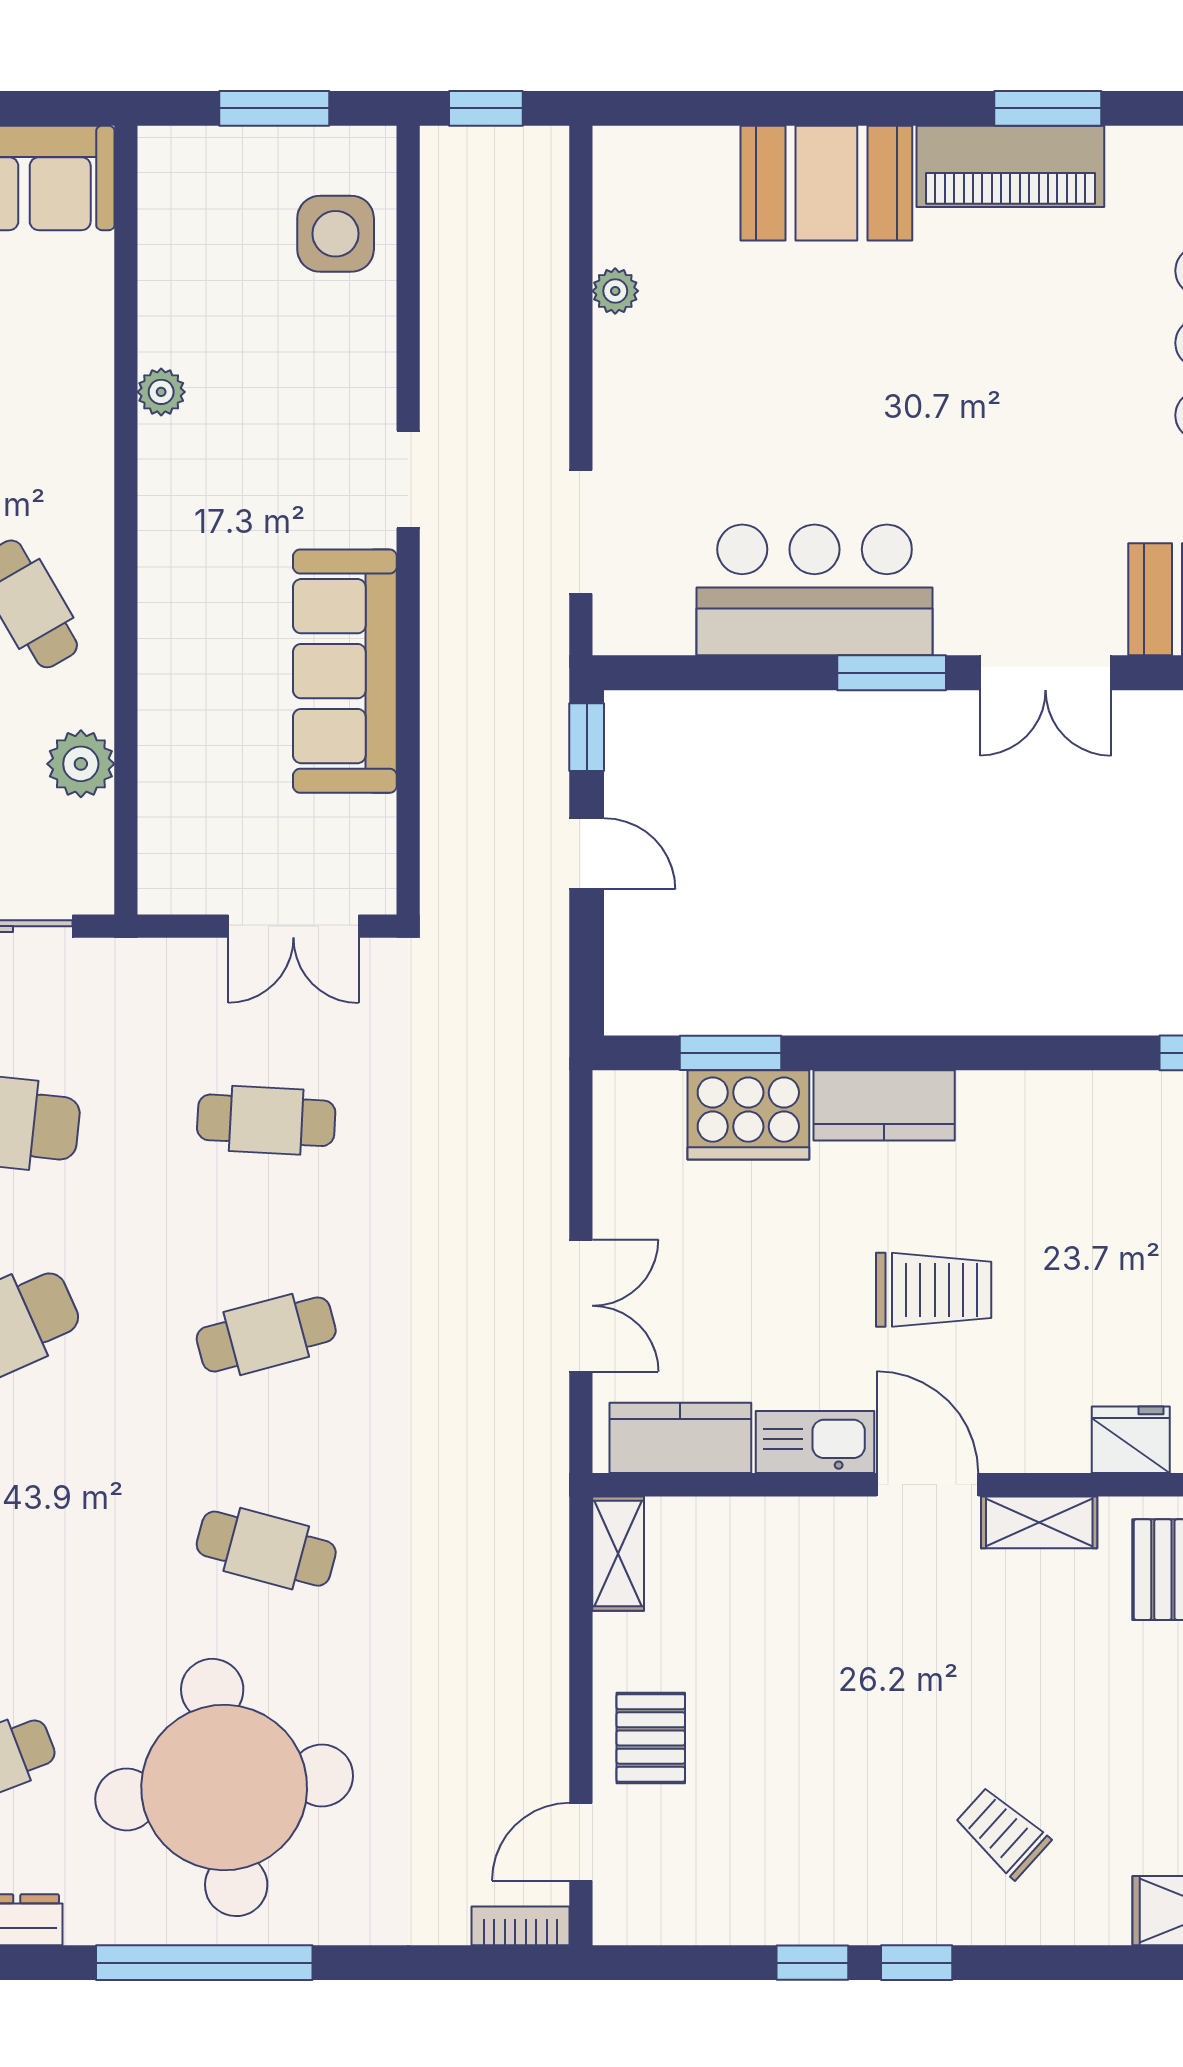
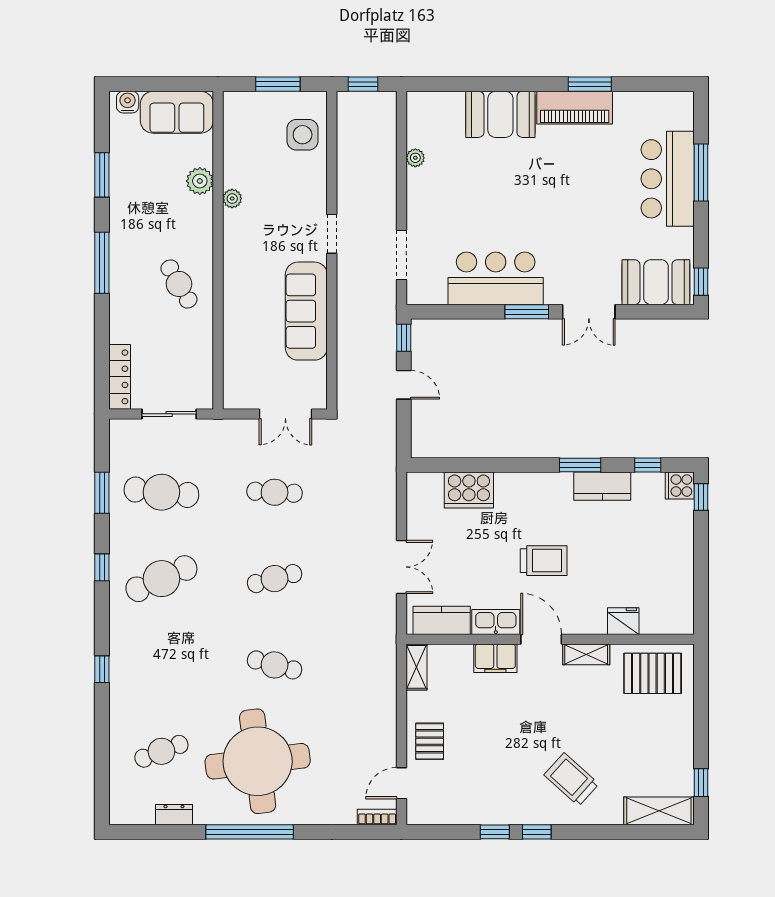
plant: (81, 764) -> (200, 181), moved
window: (730, 1053) -> (580, 465), moved
kitchen counter: (884, 1105) -> (602, 486), moved
filing cabinet: (814, 1532) -> (495, 658), added
trolley: (1002, 1833) -> (571, 779), width x1.36, depth x1.39

